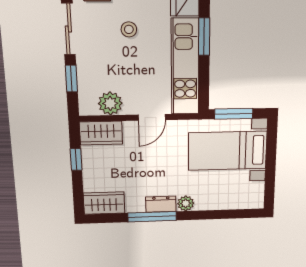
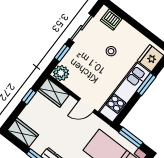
plant: (110, 103) -> (61, 73), moved

